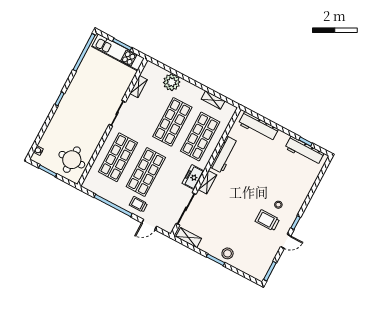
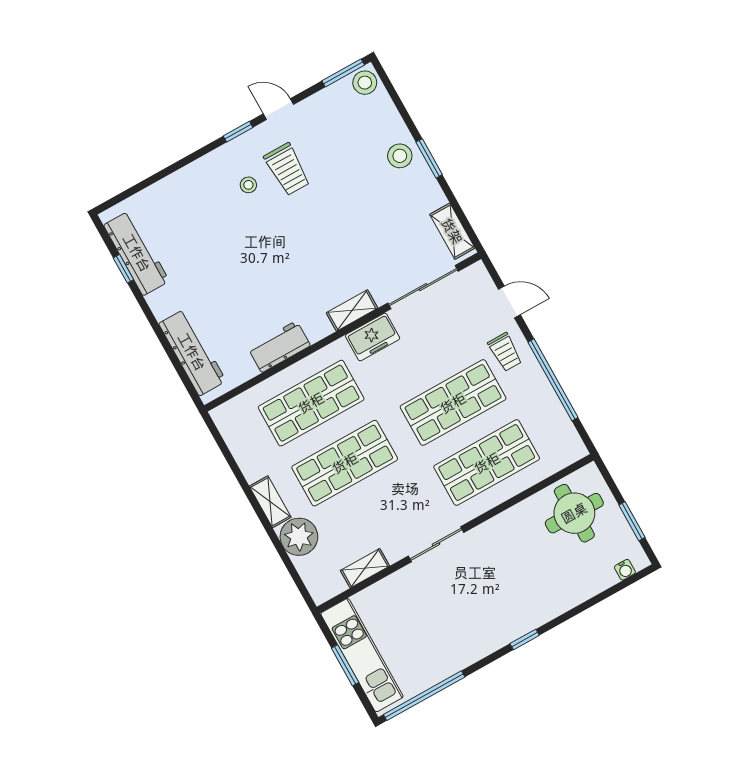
shelving: (213, 100) -> (270, 502), moved
workbench: (224, 155) -> (279, 347), width x0.73
stool: (259, 273) -> (365, 83), added

